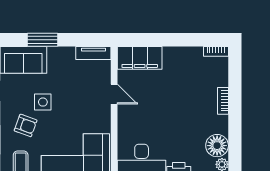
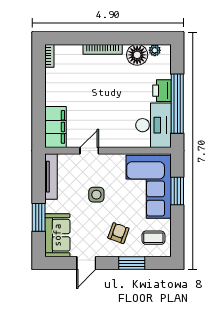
tv unit: (93, 53) -> (51, 177), width x1.41
bookcase: (223, 101) -> (103, 49), width x1.56
side table: (43, 102) -> (96, 195), moved

